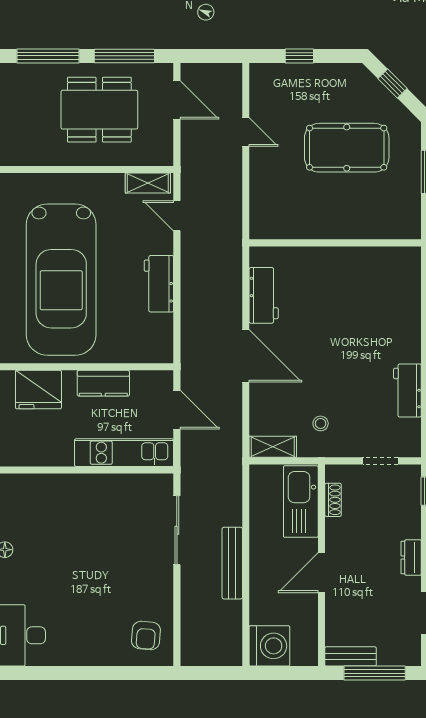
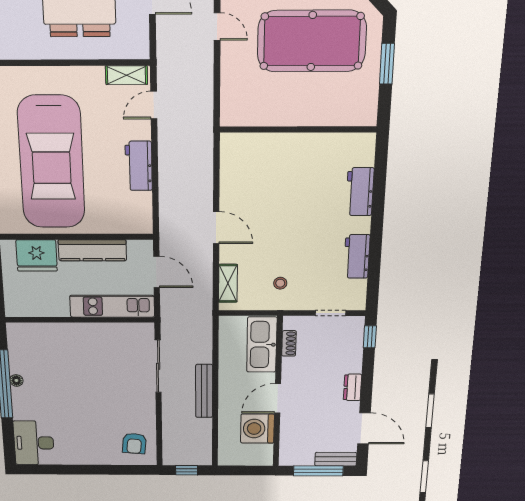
pool table: (347, 148) -> (312, 41), width x1.36, depth x1.32
door: (177, 216) -> (154, 105), hinge flipped
workbench: (264, 295) -> (360, 192), moved, turned 180
door: (246, 356) -> (216, 228), width x0.73
kitchen counter: (103, 383) -> (92, 250), width x1.50
shelving: (273, 447) -> (228, 283), moved, turned 90
washing machine: (269, 646) -> (257, 429), moved, turned 180
bench: (351, 656) -> (336, 459), moved
window: (210, 673) -> (187, 470), added

